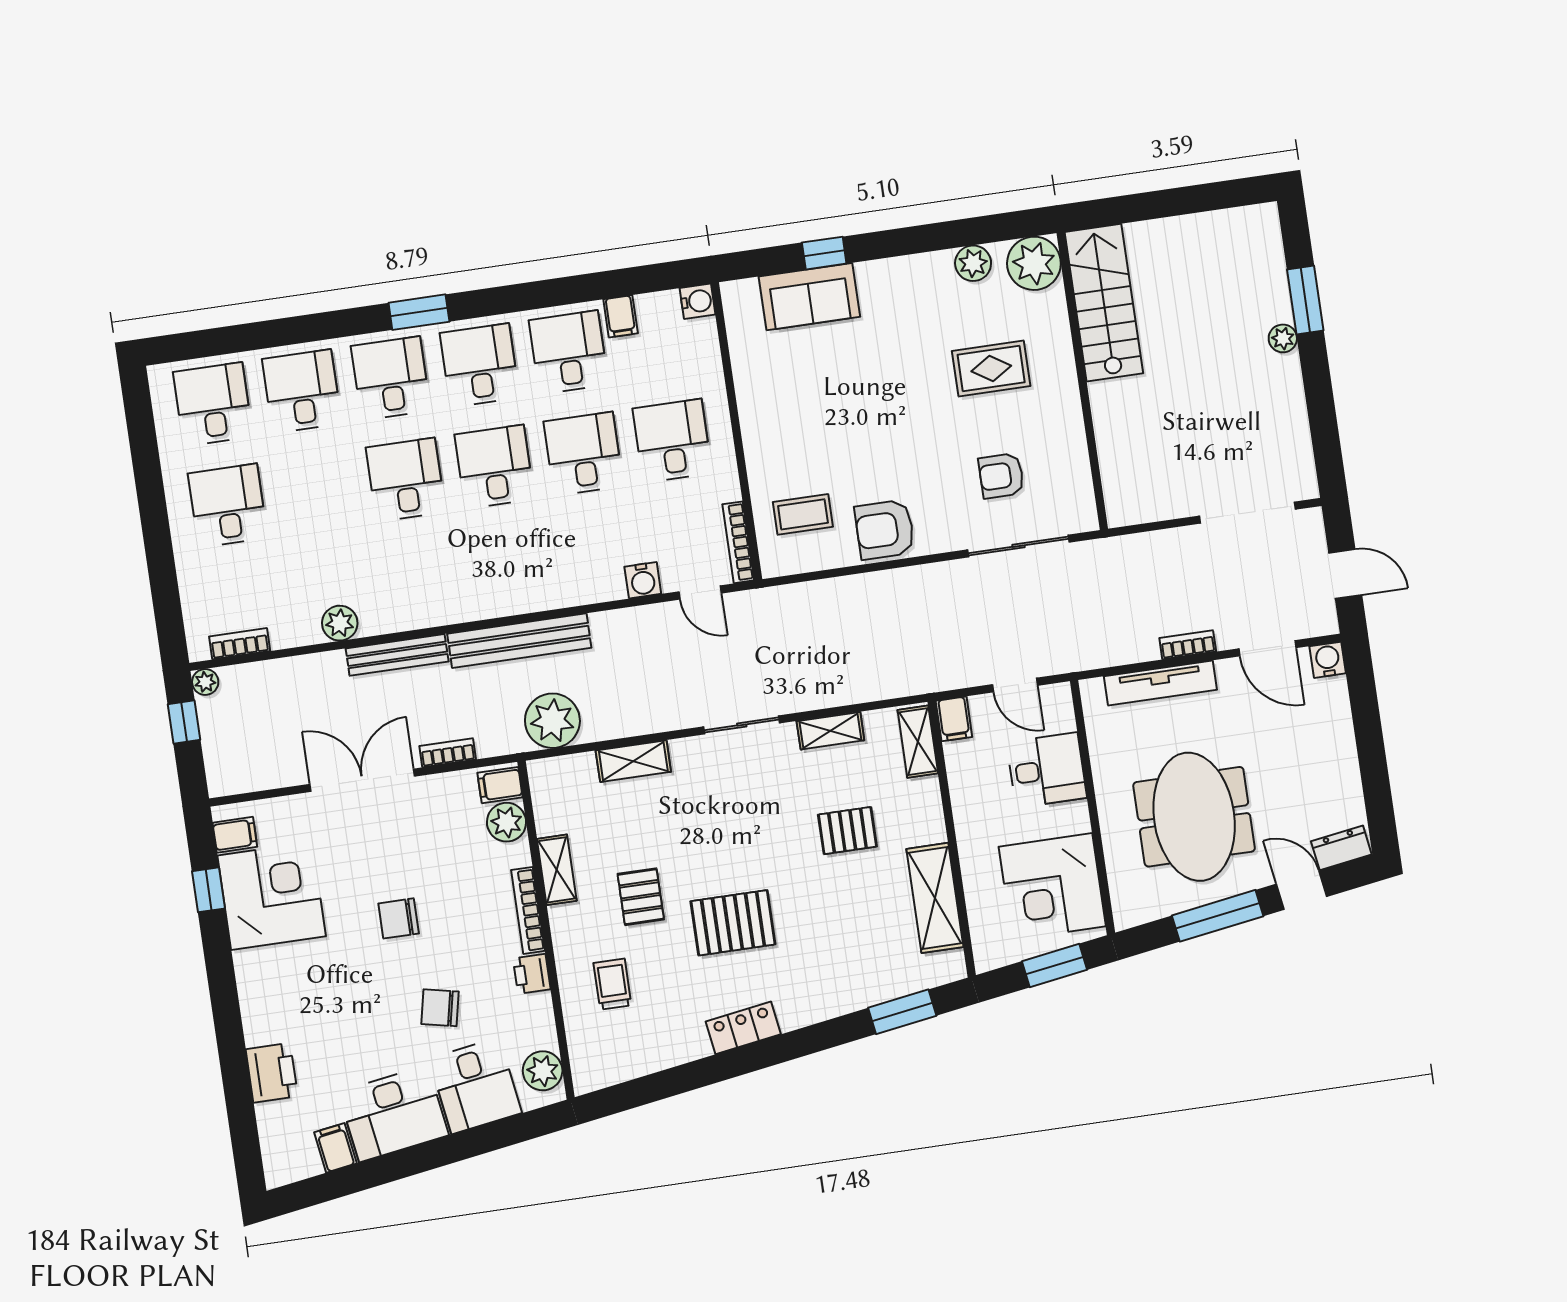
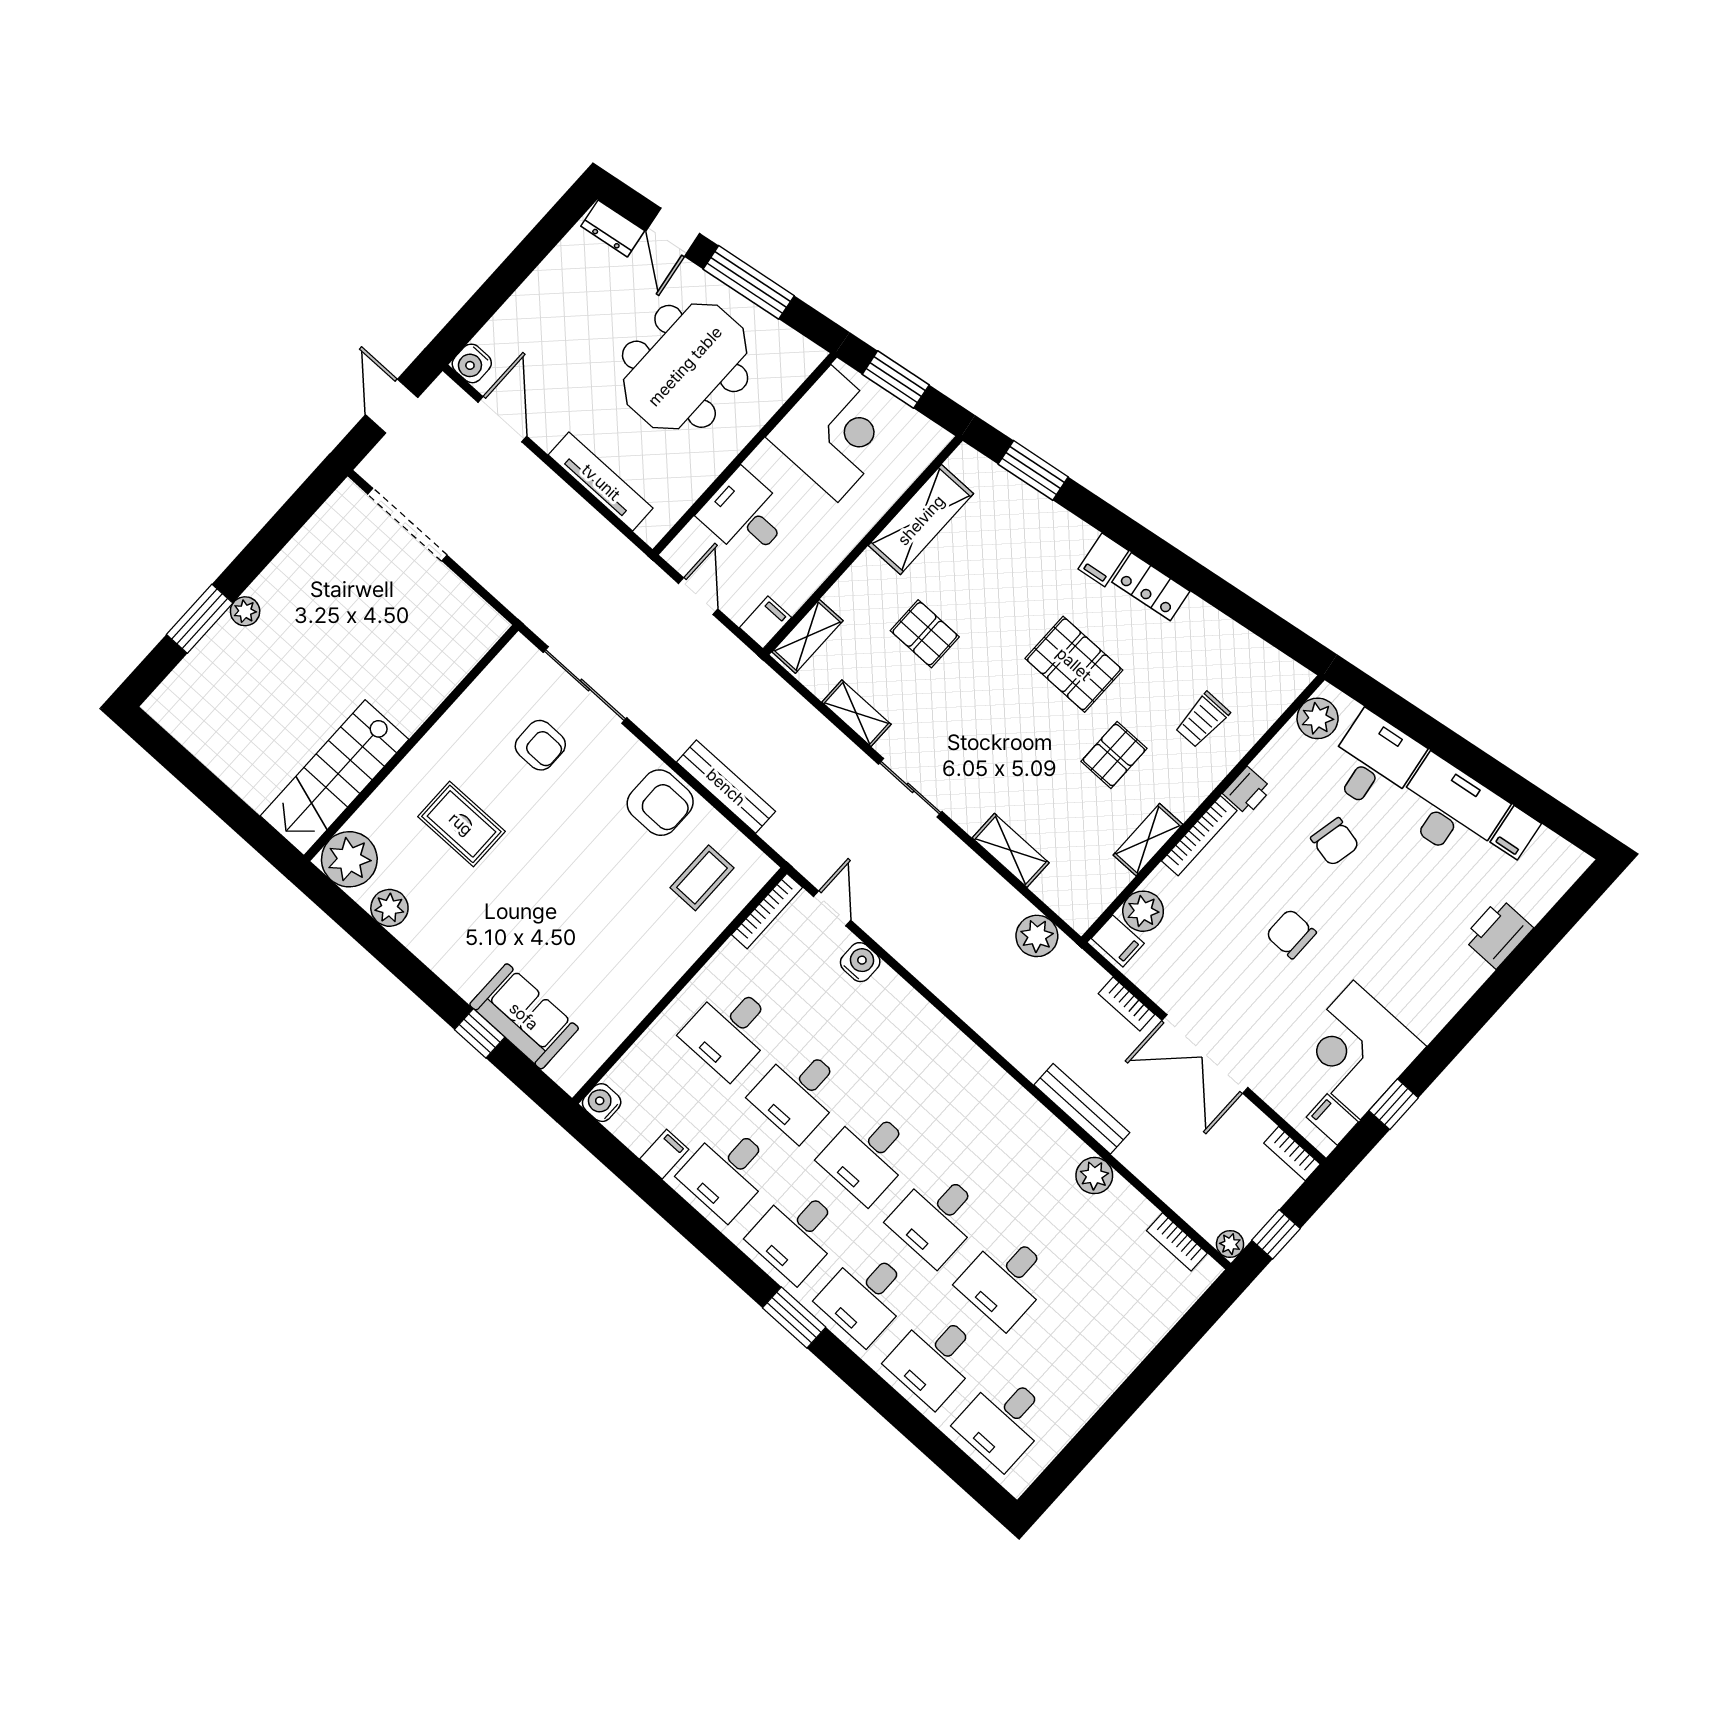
desk: (228, 506) -> (1005, 1280), moved
coffee table: (803, 514) -> (702, 878), turned 90
bench: (519, 641) -> (726, 787), moved, width x0.73, depth x0.82
bookcase: (1188, 645) -> (1292, 1154), moved
plant: (552, 721) -> (1037, 936), width x0.73, depth x0.73
chair: (399, 918) -> (1291, 934), turned 180
filing cabinet: (792, 1009) -> (1103, 560), added

